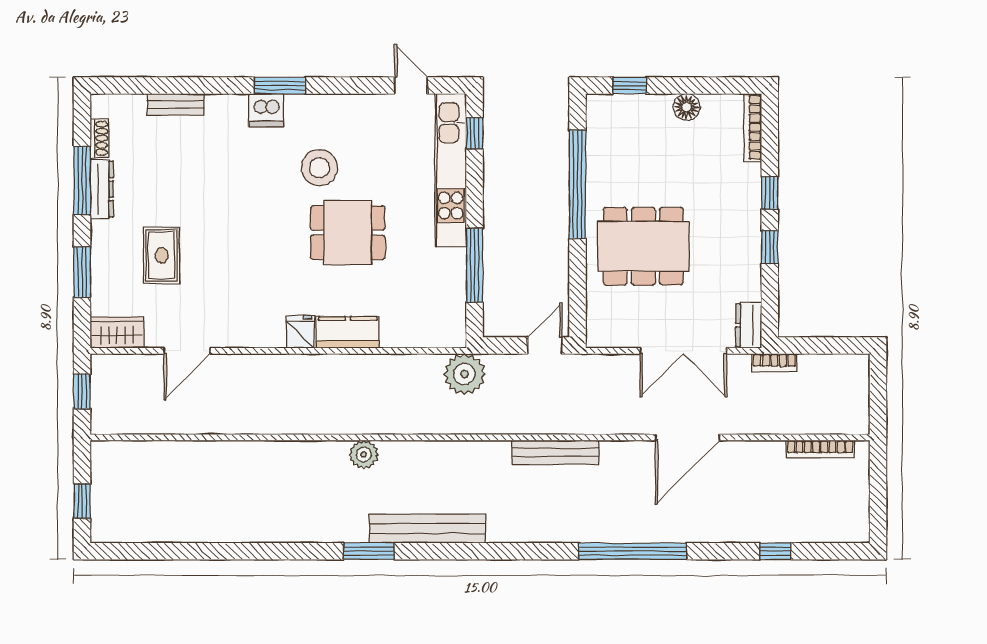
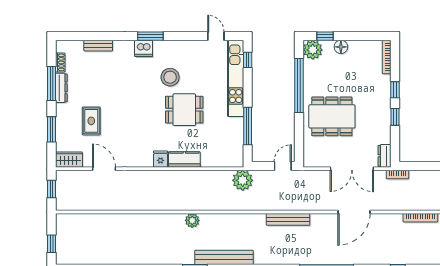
floor lamp: (687, 107) -> (341, 47), moved
plant: (605, 113) -> (313, 50), added
door: (187, 351) -> (104, 169), swing flipped

